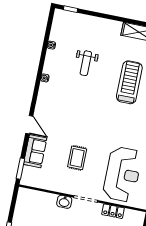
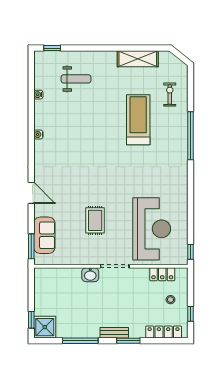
weight bench: (86, 63) -> (76, 79), moved, turned -90
sofa: (35, 151) -> (44, 235), moved
locker: (113, 211) -> (162, 274), moved

